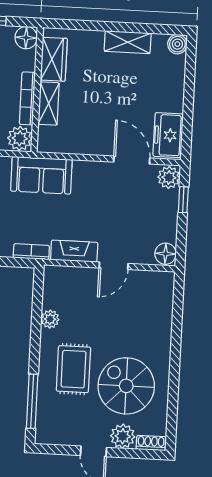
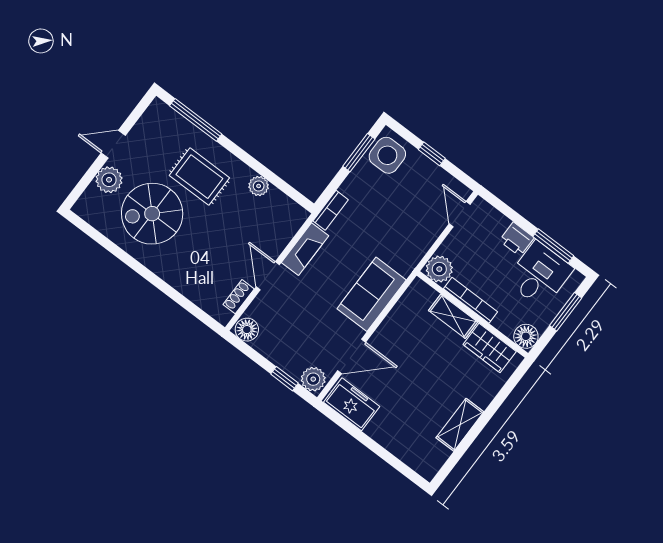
boiler: (177, 44) -> (428, 468), removed
sofa: (41, 175) -> (372, 294), moved
spiral stairs: (126, 386) -> (152, 214), turned 180
shoe rack: (151, 443) -> (239, 297), moved, turned 180

